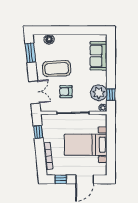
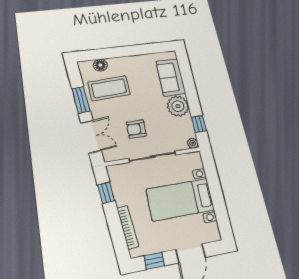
window: (30, 53) -> (81, 100), moved
coffee table: (57, 69) -> (109, 88), moved
plant: (99, 93) -> (178, 106), moved

